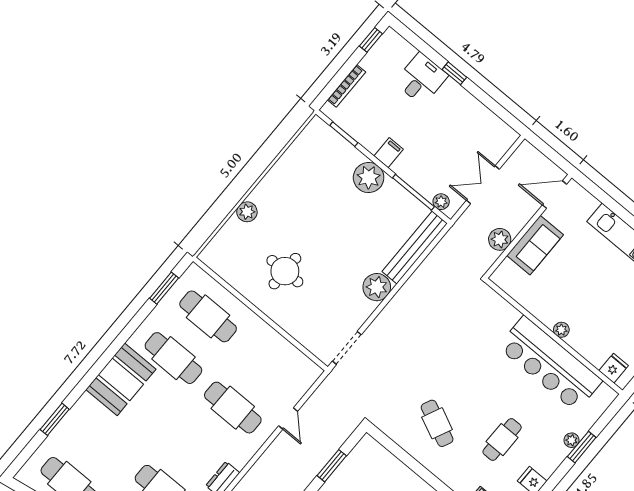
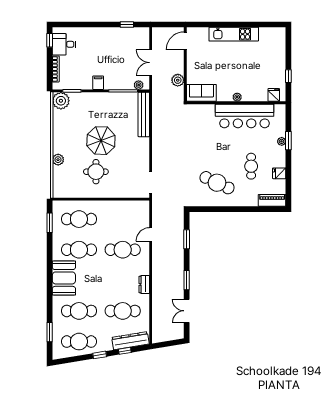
window: (454, 73) -> (127, 25), moved
desk: (421, 79) -> (64, 44), moved, turned -90
plant: (369, 177) -> (61, 101), moved
parasol: (327, 235) -> (101, 141), added
sofa: (535, 245) -> (201, 93), moved, turned -90
plant: (377, 287) -> (142, 145), removed
door: (288, 418) -> (151, 234), swing flipped
window: (55, 419) -> (50, 332), moved
cafe table: (437, 423) -> (217, 183), width x1.37, depth x1.35
cafe table: (104, 441) -> (79, 311), added

